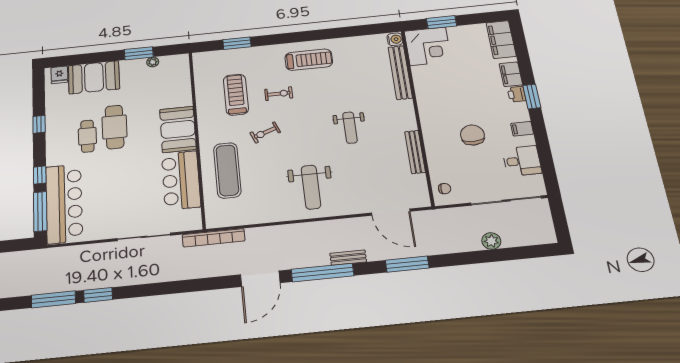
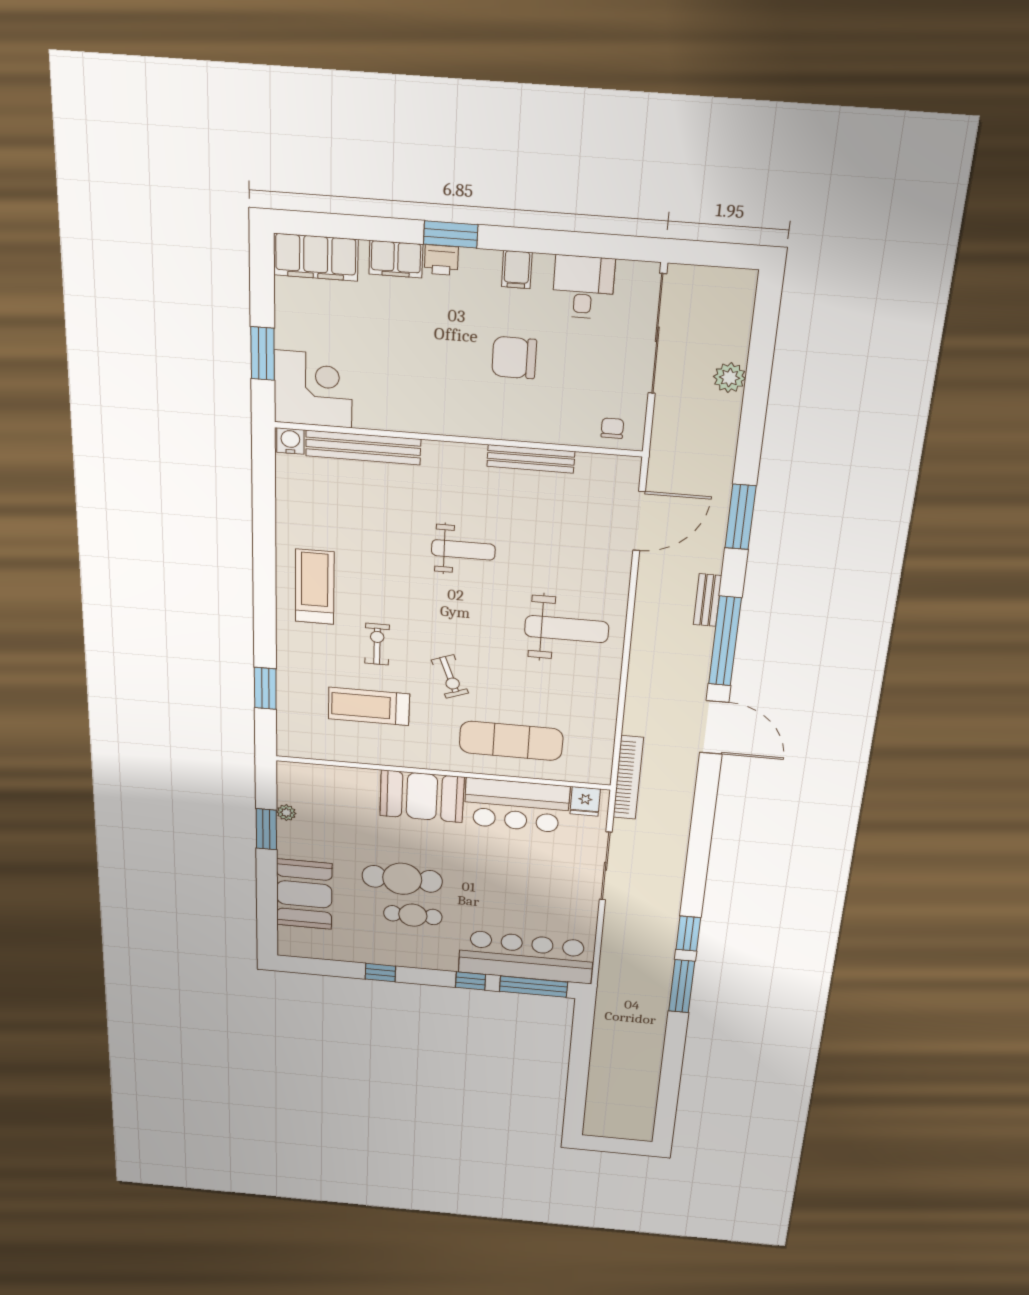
fridge: (59, 75) -> (585, 801), moved, turned 90

